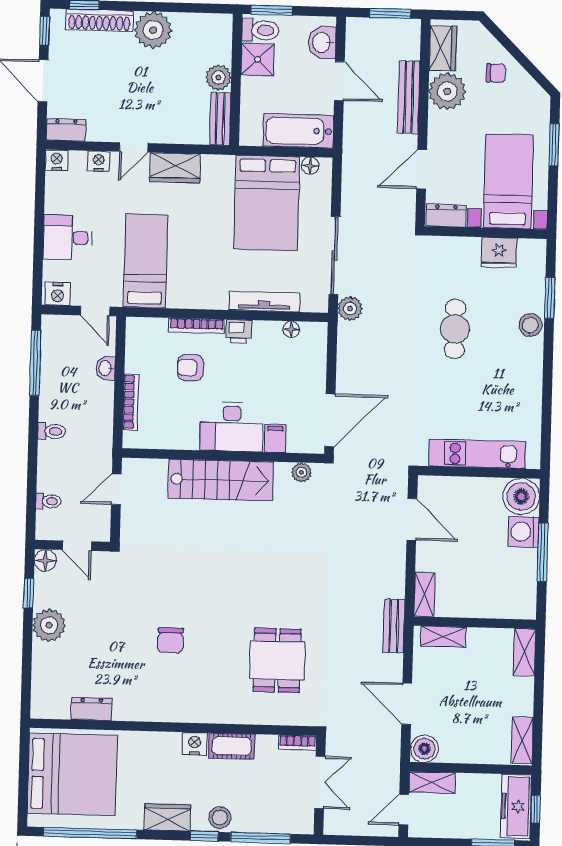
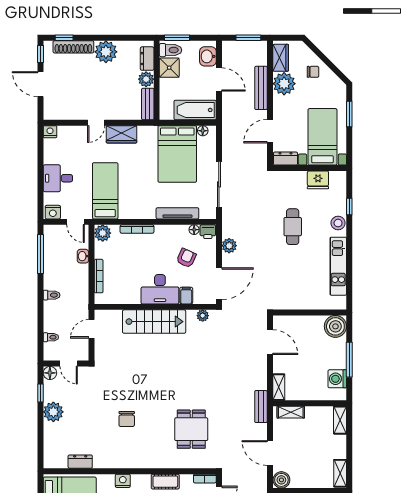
dresser: (66, 130) -> (147, 59), moved, turned -90
nightstand: (99, 161) -> (75, 132), removed
window: (550, 298) -> (349, 206), width x0.67
plant: (350, 309) -> (229, 246), moved
plant: (139, 331) -> (103, 233), added
printer: (239, 331) -> (208, 232), moved
armchair: (190, 368) -> (186, 258), moved, turned 114
kitchen unit: (477, 454) -> (338, 266), moved, turned -90
washing machine: (523, 532) -> (337, 379), moved
nightstand: (195, 744) -> (123, 481), moved

